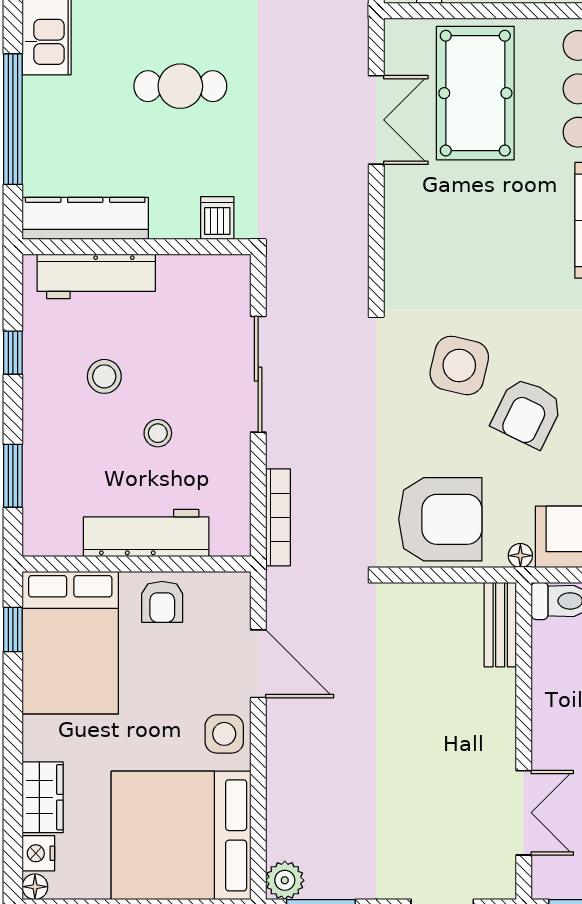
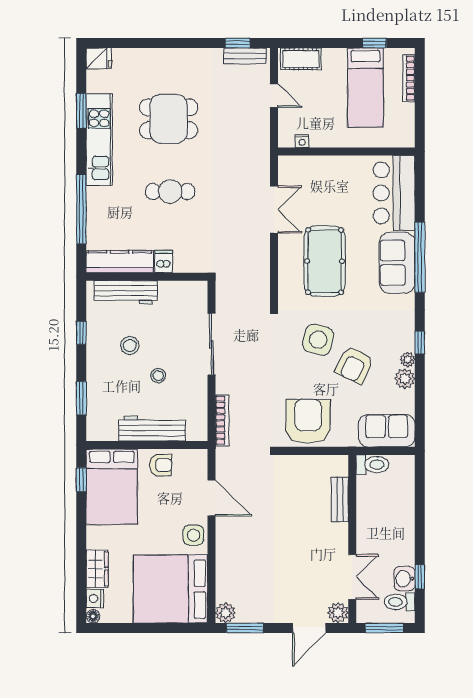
pool table: (475, 93) -> (325, 261), moved
dishwasher: (217, 218) -> (164, 261), moved
armchair: (440, 519) -> (308, 421), turned -90
floor lamp: (520, 556) -> (351, 441), removed
armchair: (162, 602) -> (161, 465), turned -90
bench: (500, 625) -> (340, 500), moved
plant: (497, 880) -> (338, 613), added

